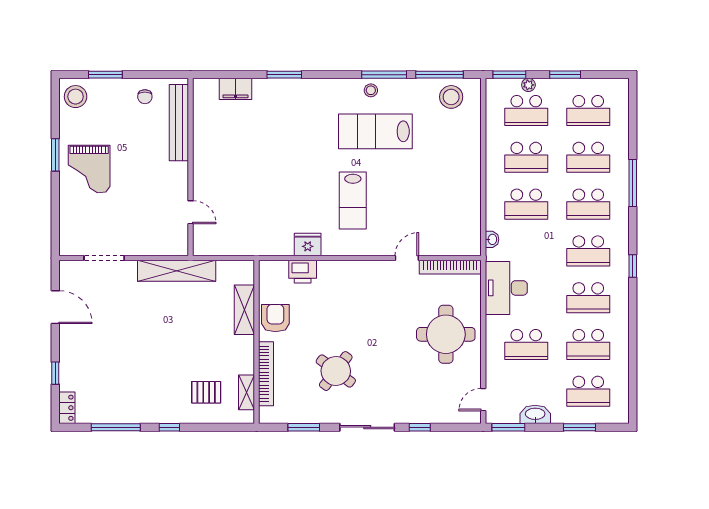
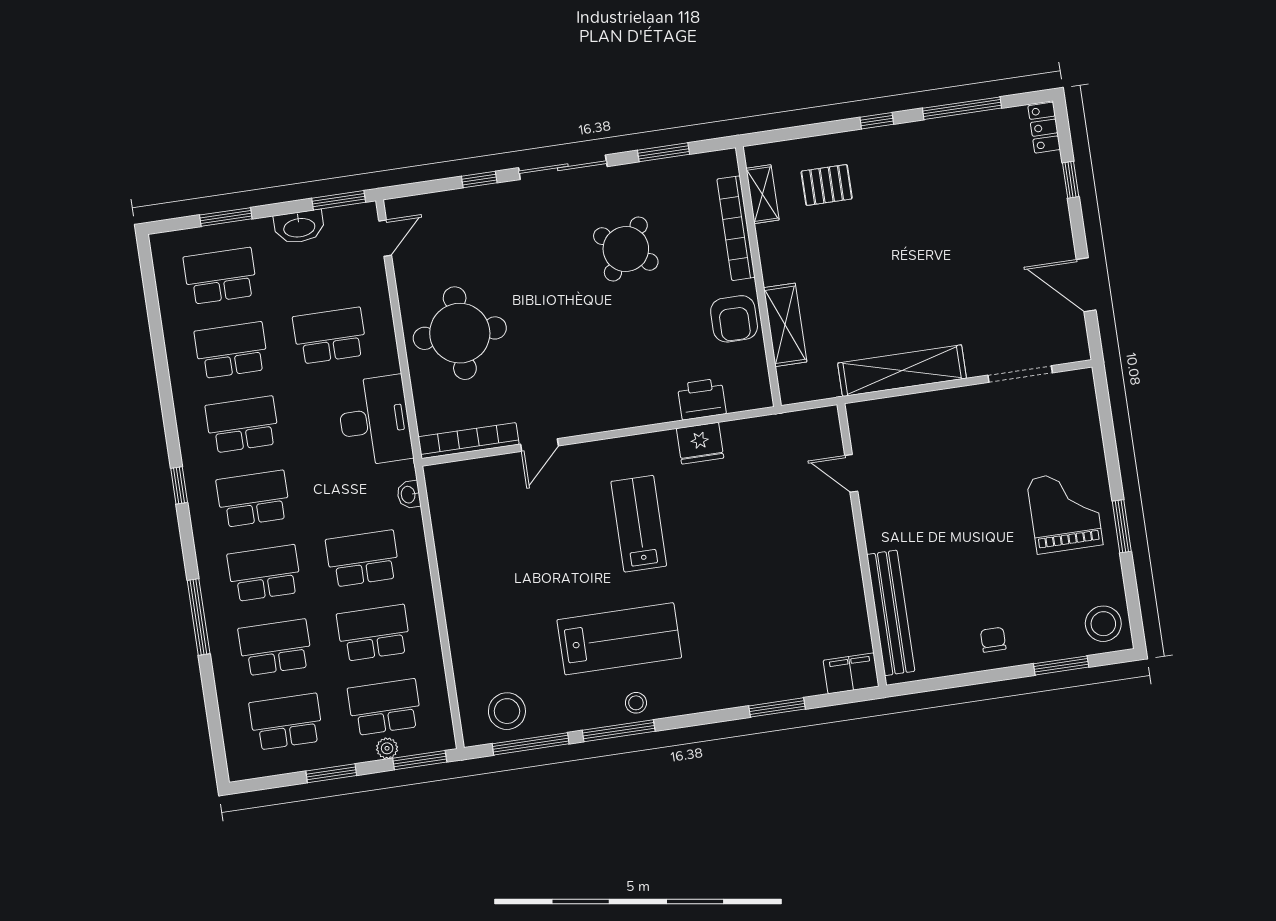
bench: (179, 123) -> (891, 613), moved
wall: (191, 167) -> (862, 545), moved
door: (191, 212) -> (851, 473), moved

